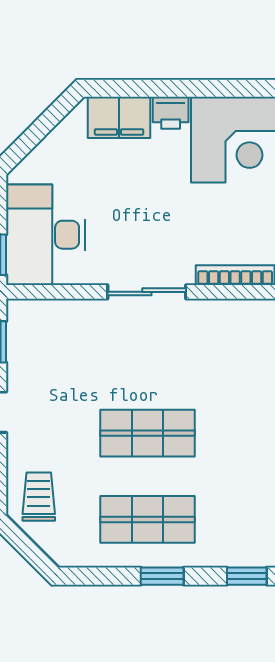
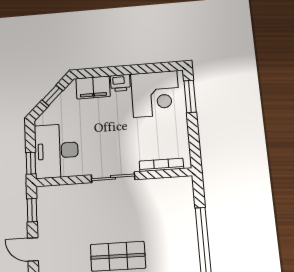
window: (42, 127) -> (52, 95), added

